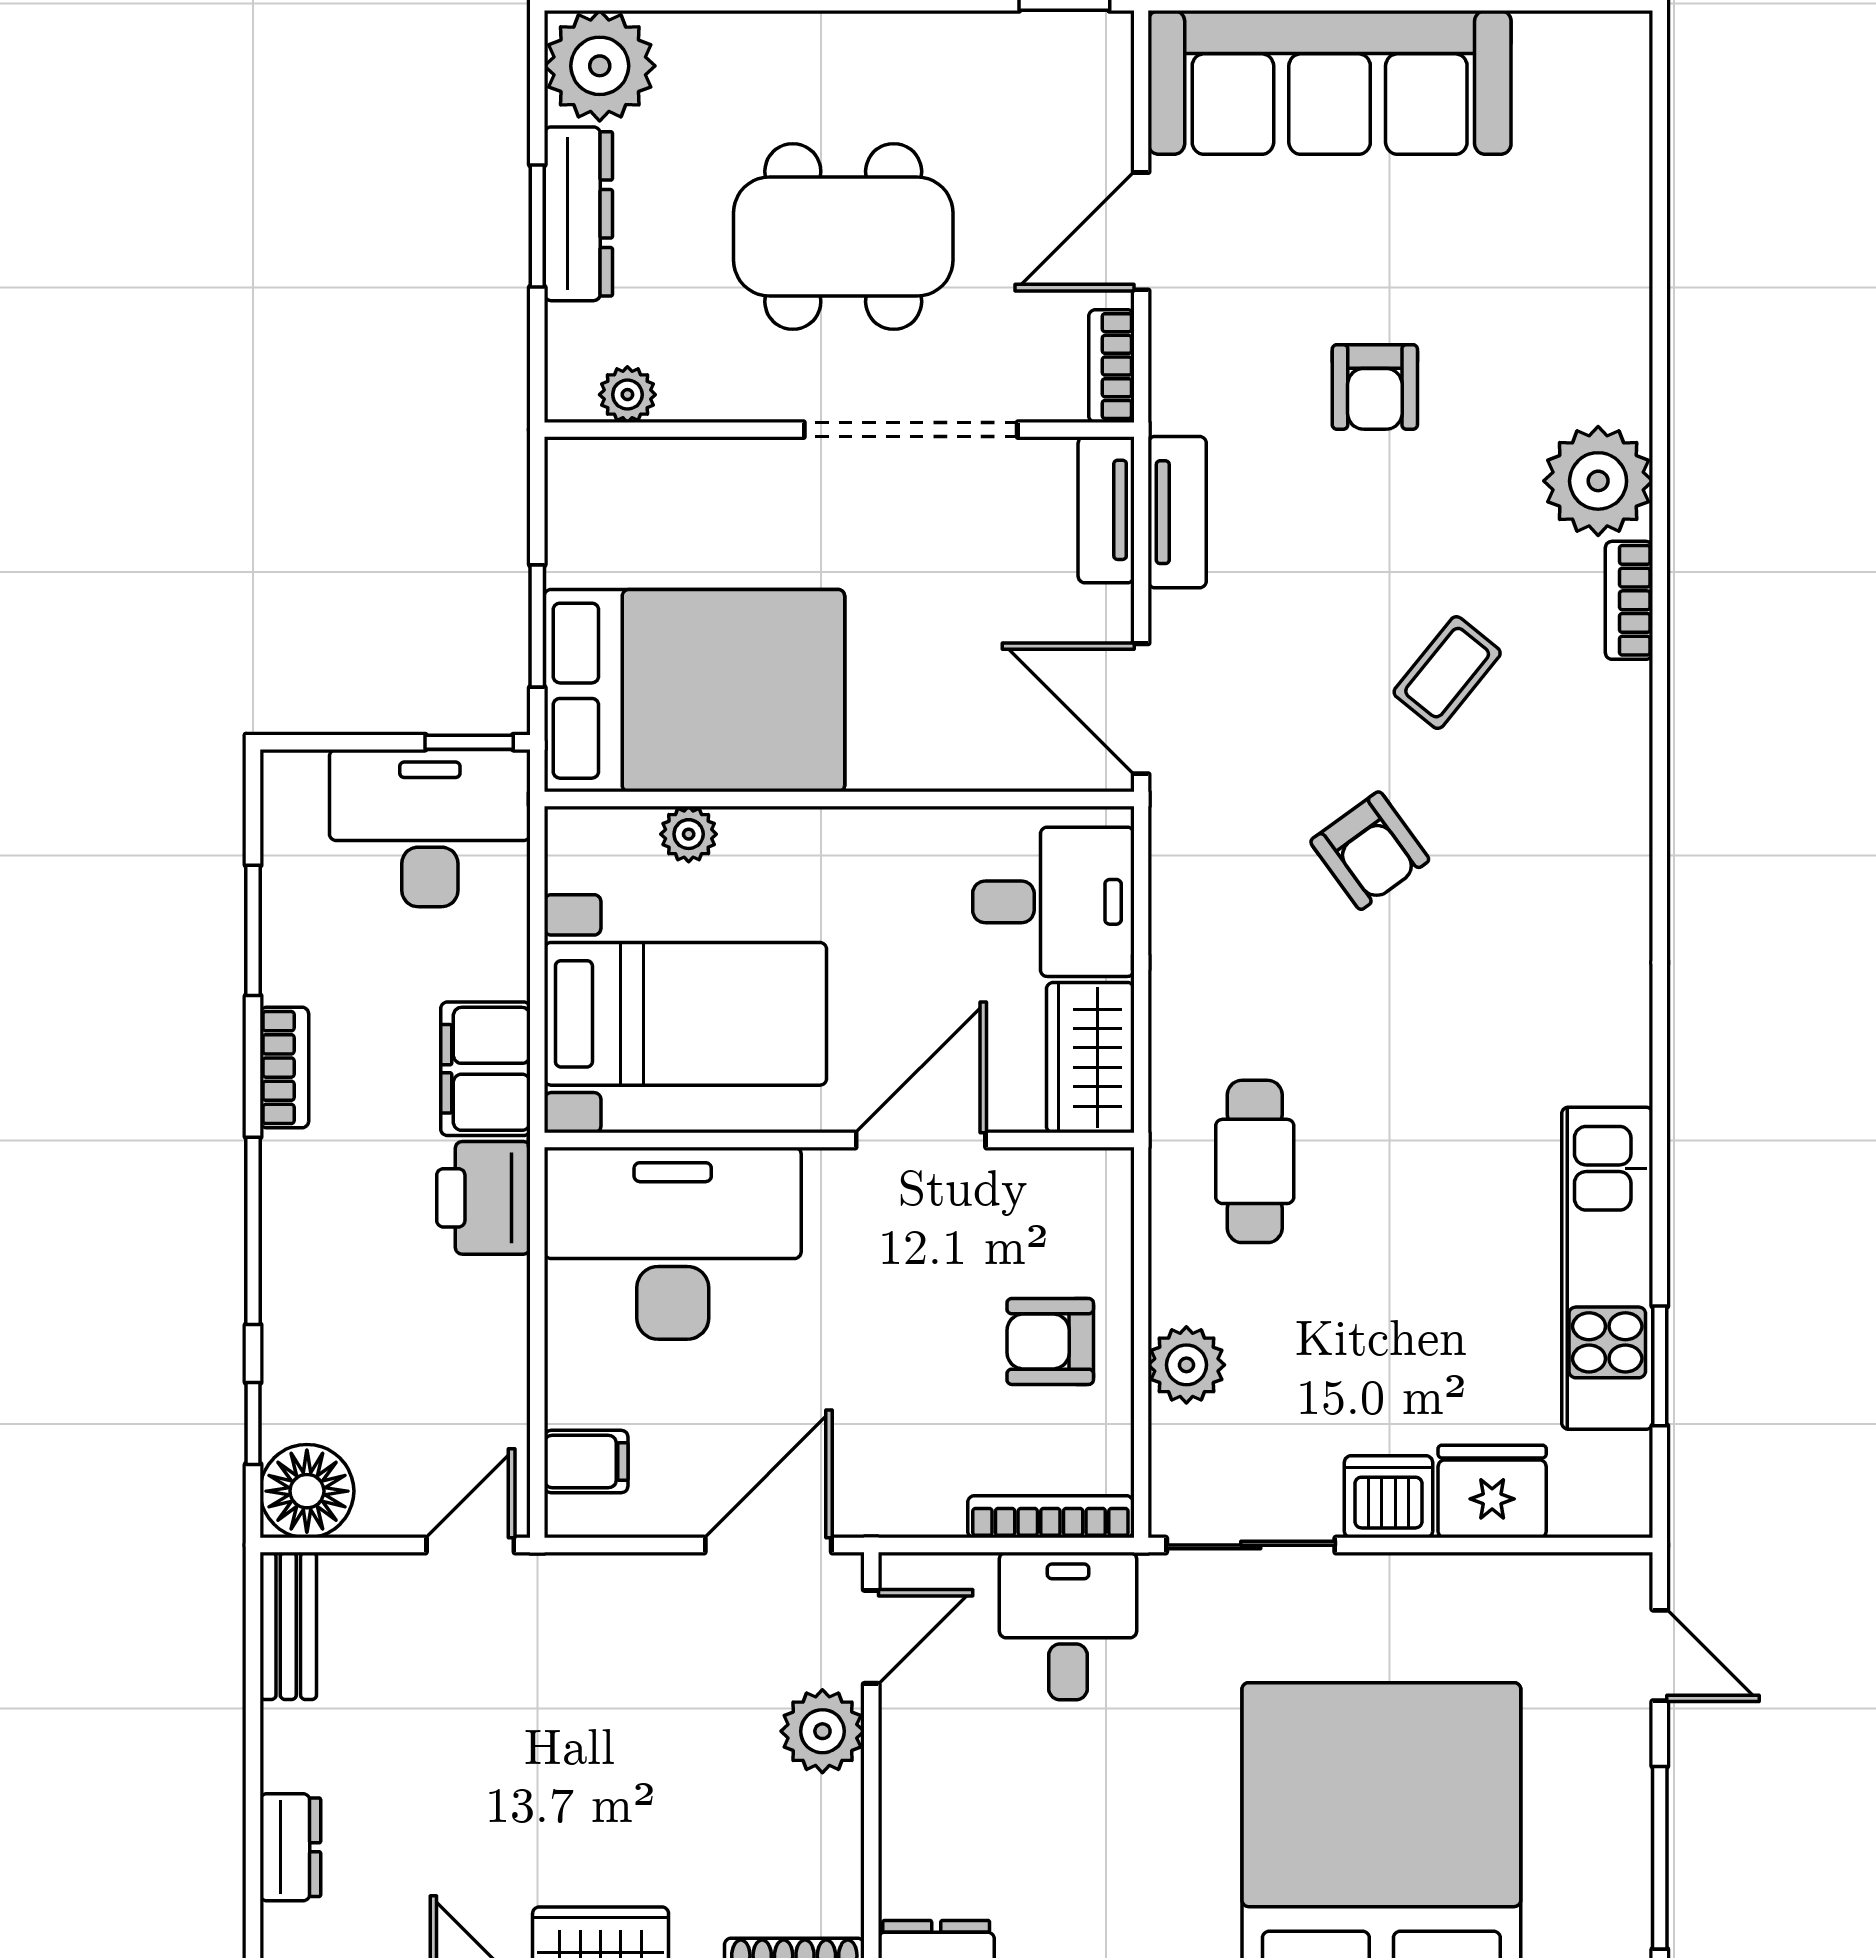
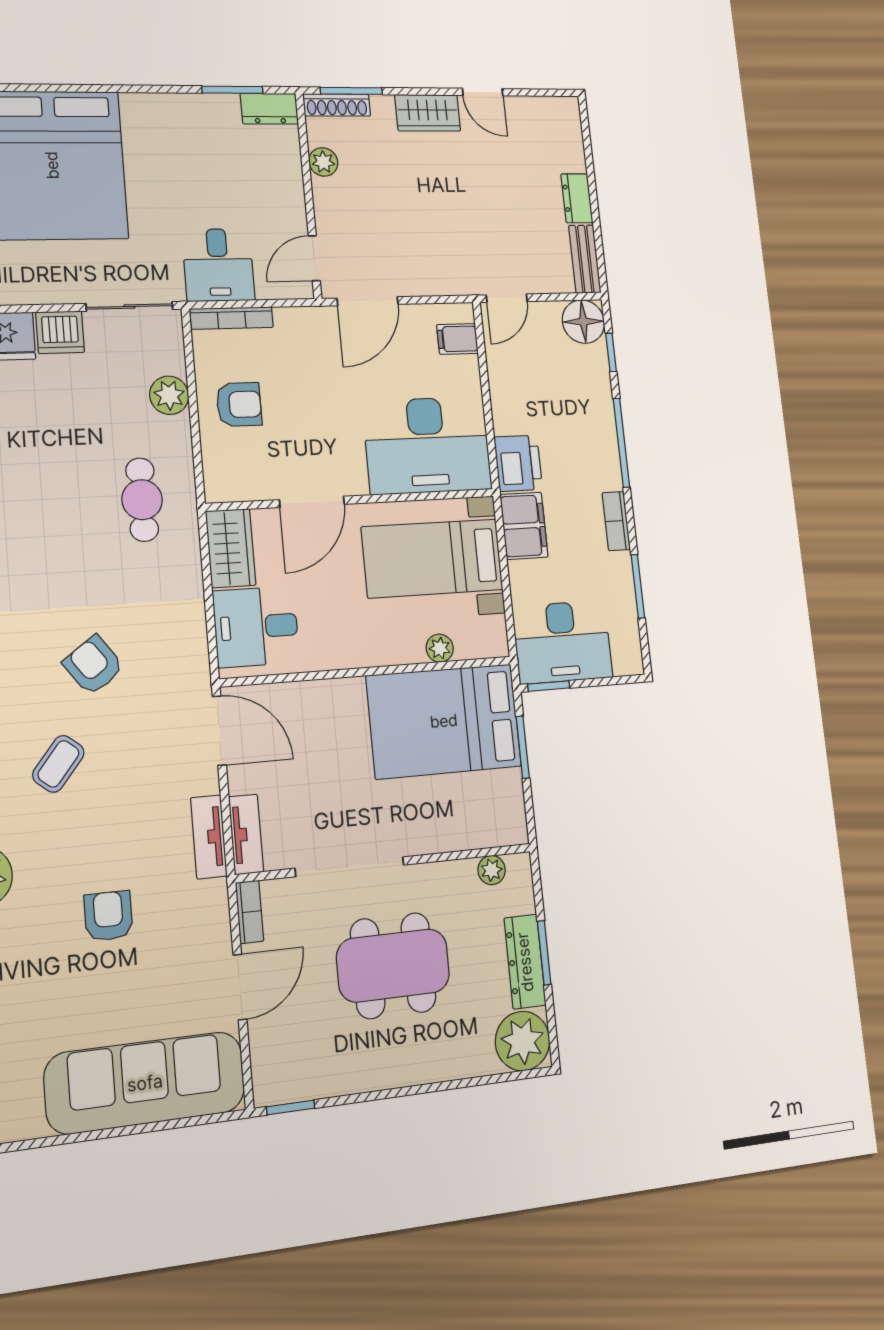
plant: (822, 1731) -> (323, 162), moved, width x0.73, depth x0.73
dresser: (290, 1847) -> (577, 198), moved

